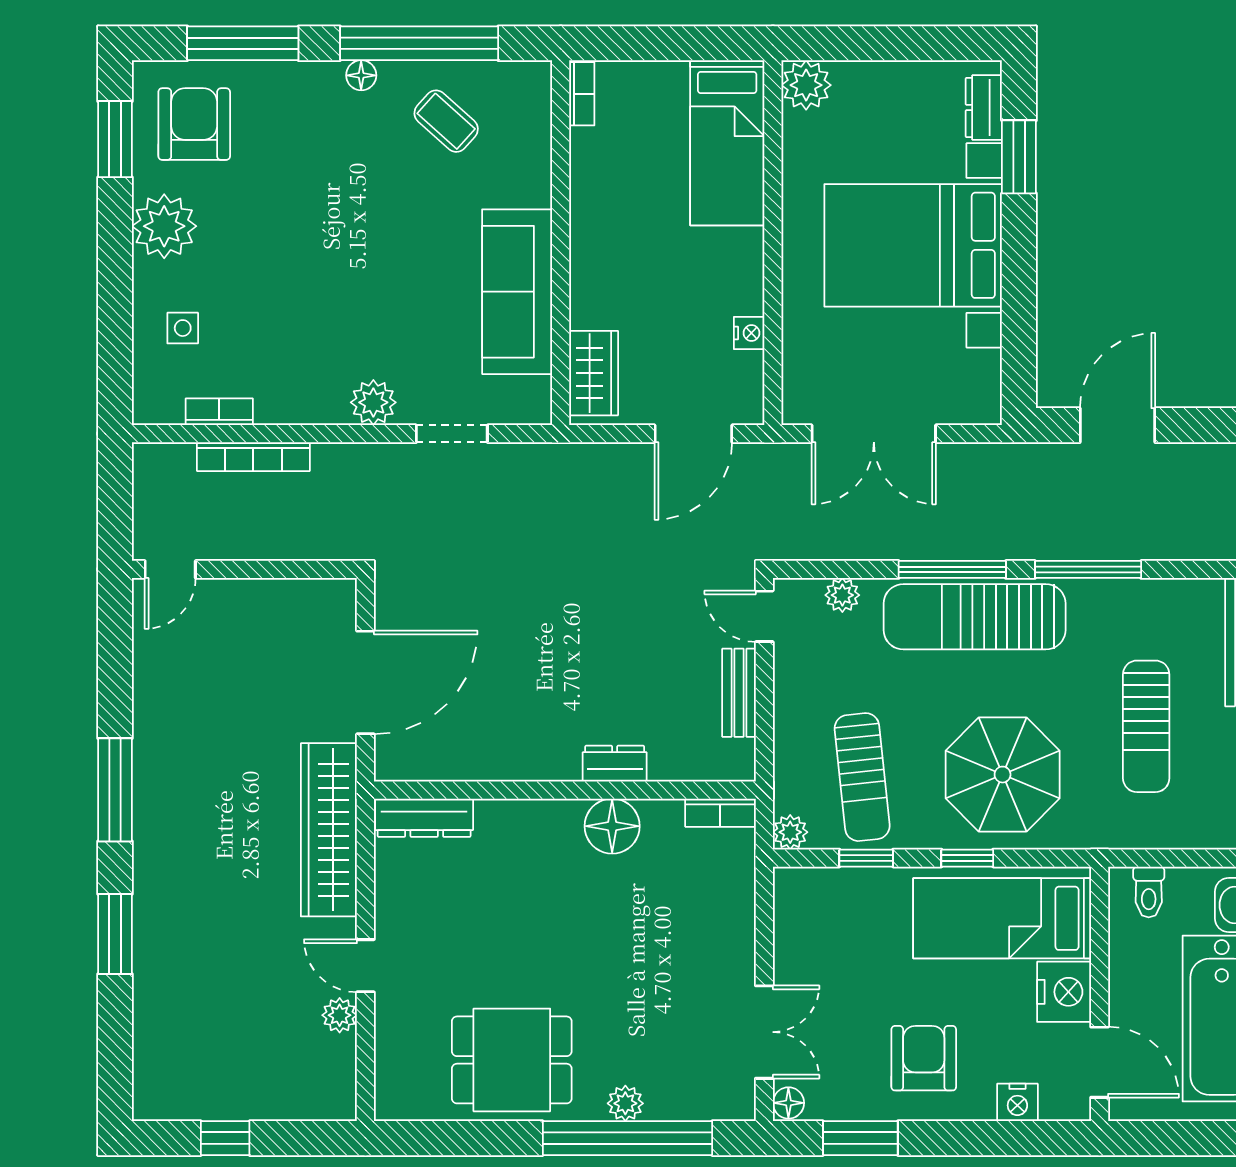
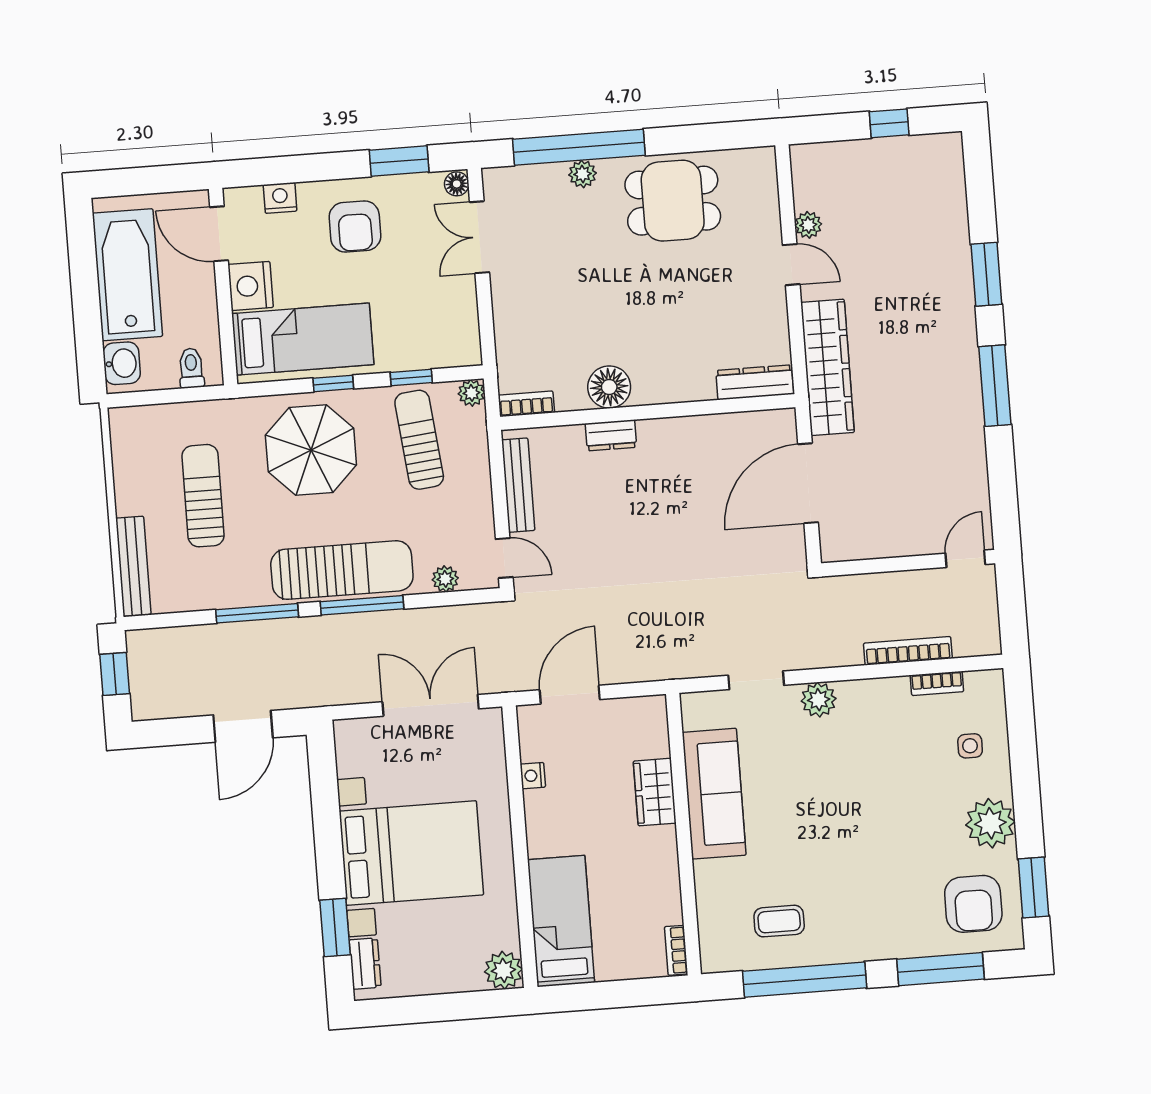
floor lamp: (361, 75) -> (847, 951), removed
coffee table: (446, 121) -> (779, 921), turned -42
wardrobe: (594, 373) -> (655, 792), moved
bench: (739, 693) -> (518, 485), width x1.36

